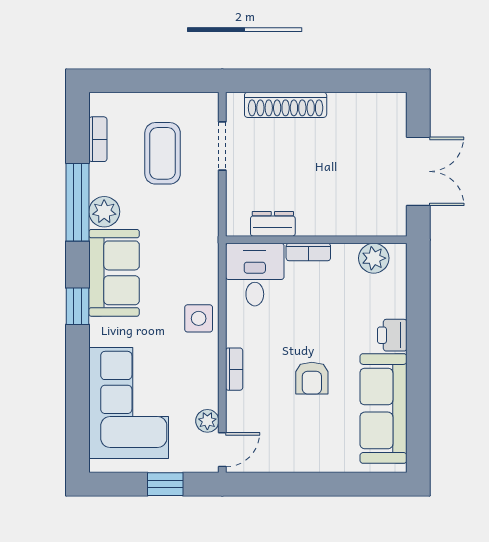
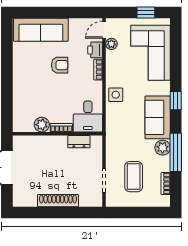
shoe rack: (286, 105) -> (58, 201), moved
plant: (374, 258) -> (42, 125), moved
printer: (392, 335) -> (95, 50), moved, turned 180
armchair: (312, 378) -> (60, 65), turned 90
sofa: (383, 408) -> (41, 30), moved, turned 90
window: (165, 484) -> (146, 13), moved

